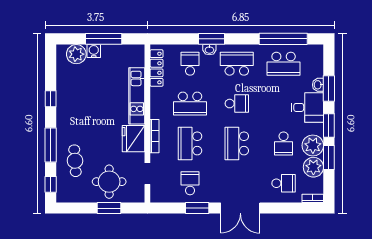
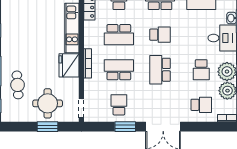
school desk: (190, 143) -> (119, 70), turned 90
doorway: (147, 174) -> (81, 108), moved

